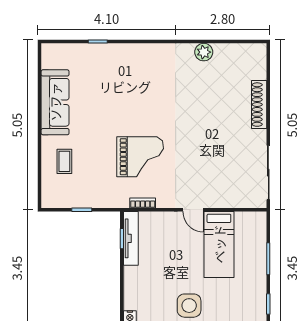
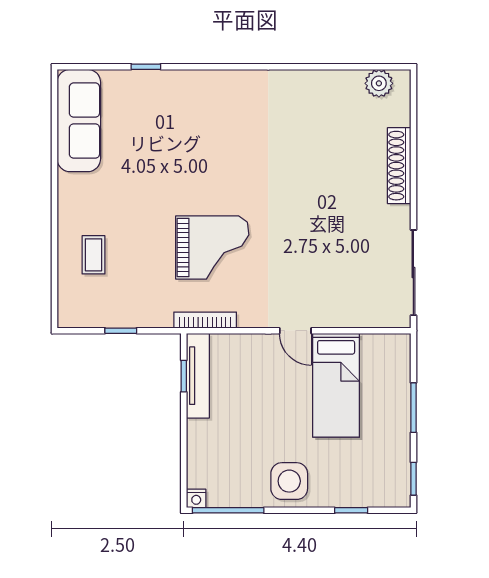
plant: (204, 52) -> (379, 83), moved
sofa: (55, 102) -> (79, 121), moved
bookcase: (143, 203) -> (205, 320), width x1.56

